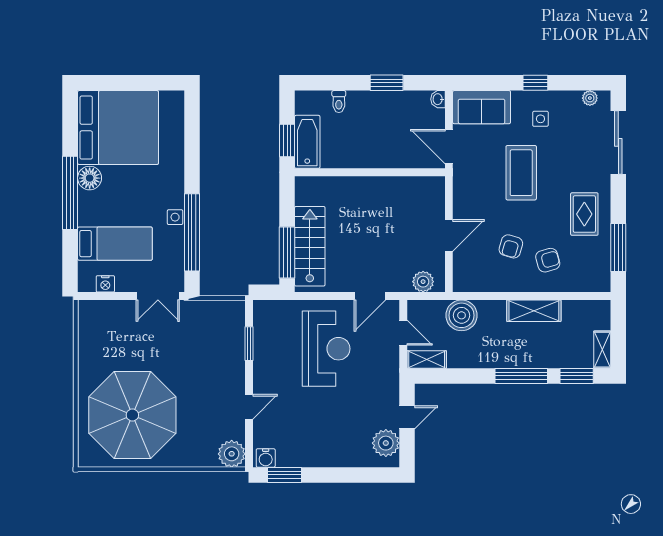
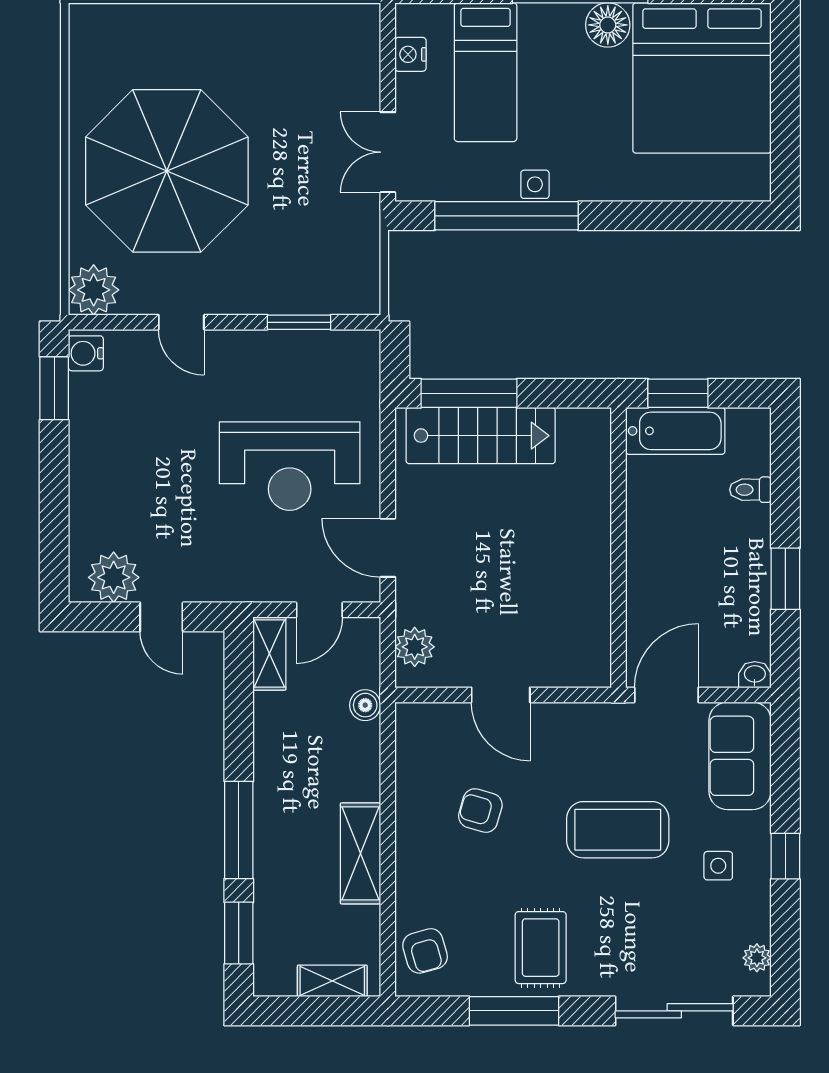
rug: (584, 214) -> (541, 948), turned 90
window: (618, 247) -> (514, 1011), moved
armchair: (548, 260) -> (425, 951), moved
boiler: (462, 315) -> (365, 705), width x0.54, depth x0.54
shelving: (602, 350) -> (332, 981), moved
parasol: (132, 415) -> (167, 171), moved

